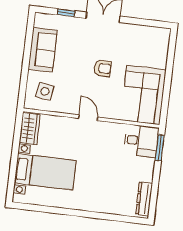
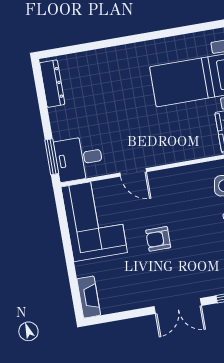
fireplace: (163, 42) -> (89, 297), added
door: (88, 118) -> (133, 172), moved

